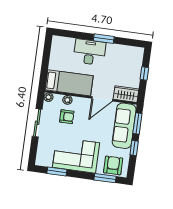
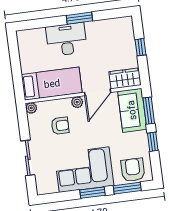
plant: (67, 100) -> (77, 102), moved
sliding door: (37, 123) -> (28, 158), moved
sofa: (124, 126) -> (132, 110), width x0.73
window: (57, 172) -> (93, 193), moved

